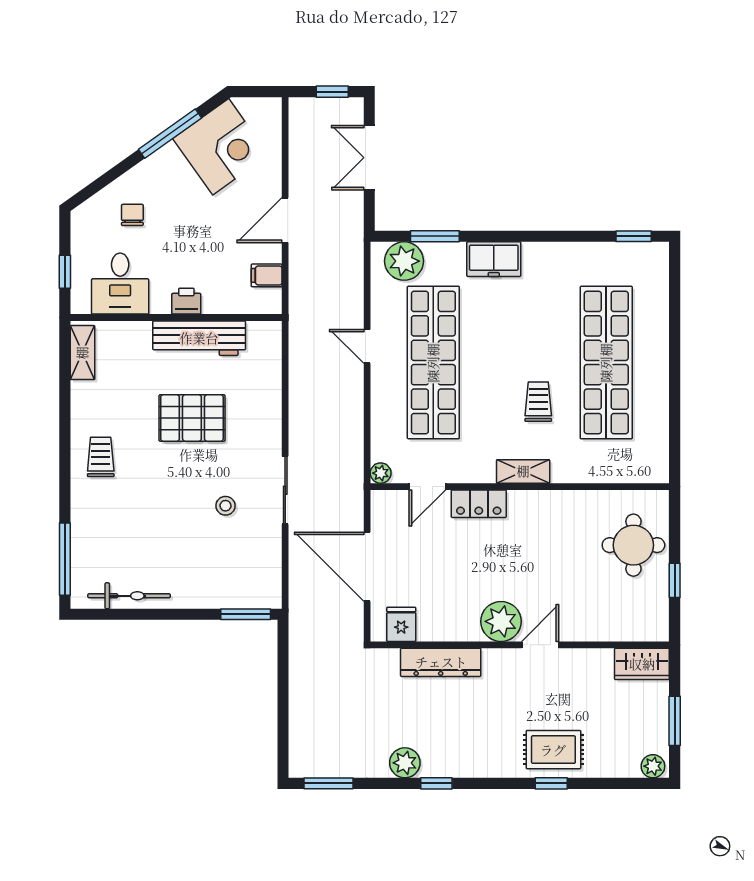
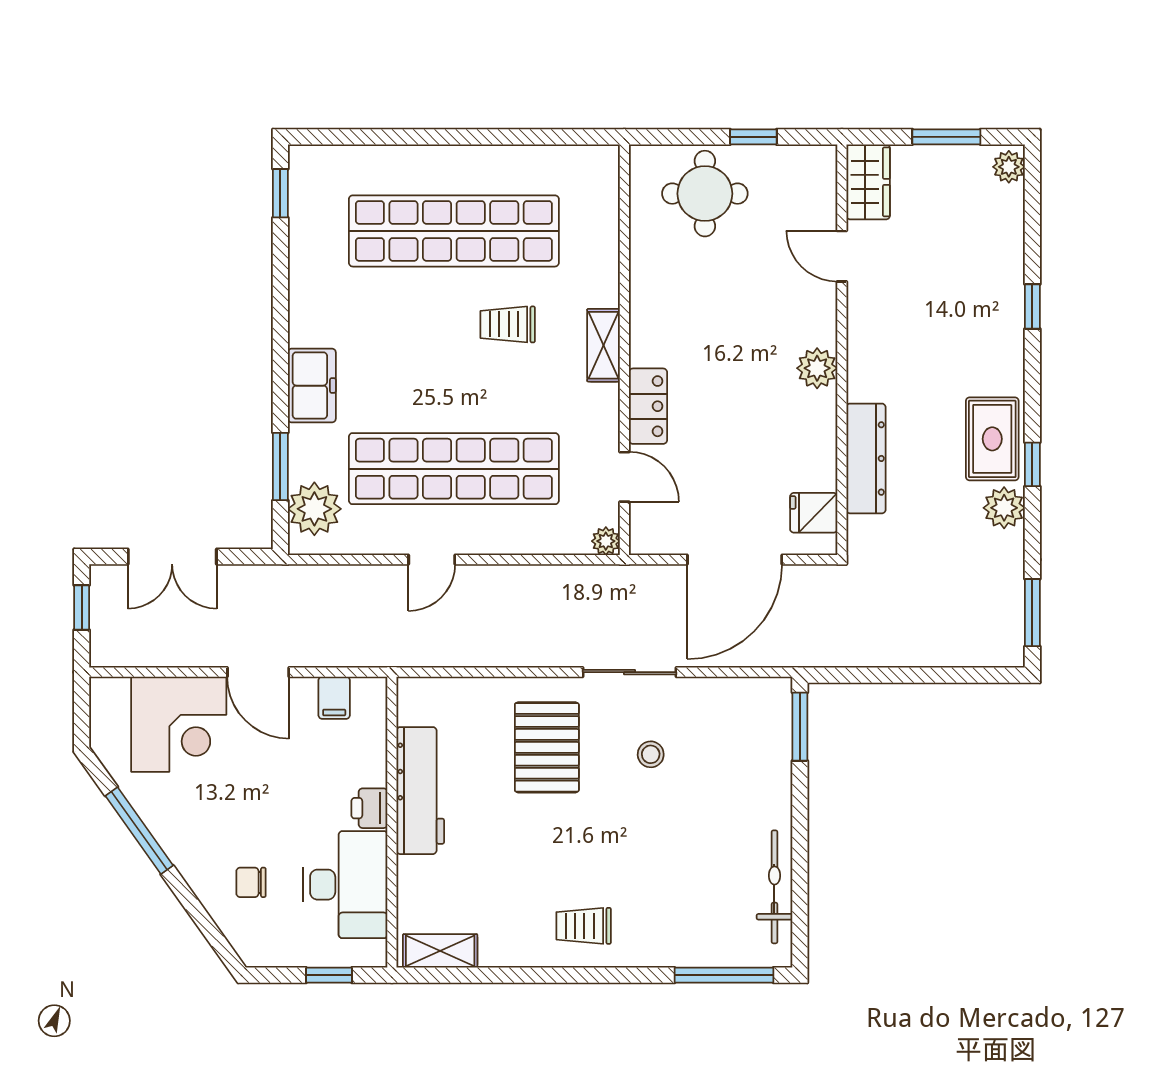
corner desk: (221, 147) -> (179, 724), moved, turned 125
desk: (120, 284) -> (345, 885), width x1.37
pallet: (192, 418) -> (547, 747), moved
plant: (501, 621) -> (817, 368), width x0.73, depth x0.73
door: (540, 645) -> (842, 256), moved
rug: (553, 750) -> (992, 439), moved

